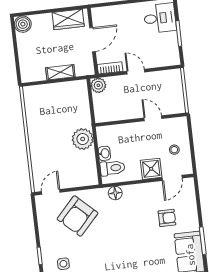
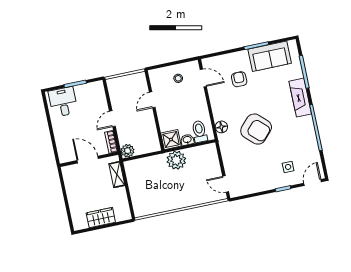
wardrobe: (68, 19) -> (101, 218), moved, turned -90
boiler: (23, 24) -> (80, 222), removed
shelving: (60, 72) -> (117, 175), moved
shower: (151, 169) -> (171, 140), moved
armchair: (78, 216) -> (256, 129), moved

